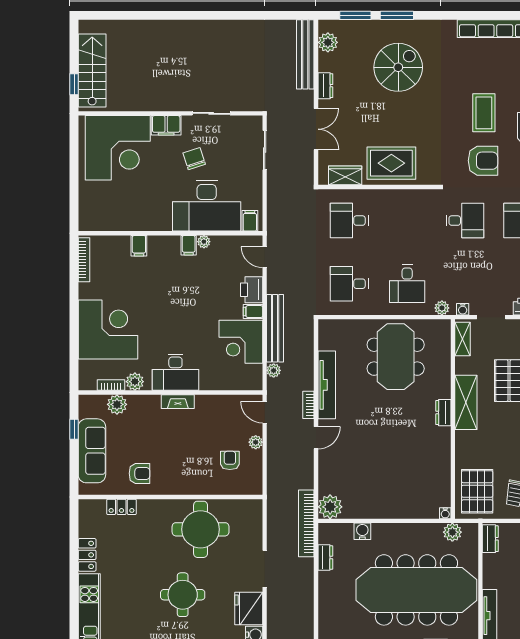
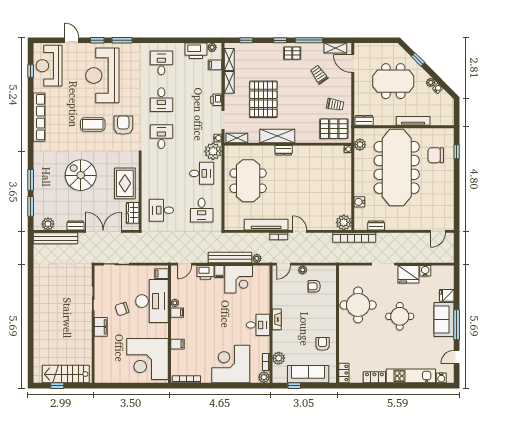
spiral stairs: (398, 67) -> (81, 175), moved
window: (74, 84) -> (57, 386), moved
double door: (316, 129) -> (103, 231), width x1.37
corner desk: (118, 148) -> (148, 359), moved, turned 180
desk: (349, 221) -> (161, 210), turned 90
plant: (442, 308) -> (213, 151), width x1.88, depth x1.88
meeting table: (396, 357) -> (248, 181), turned 90
desk: (175, 372) -> (258, 325), width x0.73
plant: (135, 382) -> (264, 377), moved
locker: (121, 507) -> (344, 373), moved

